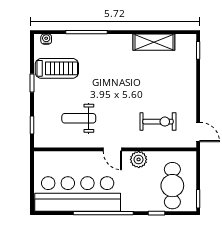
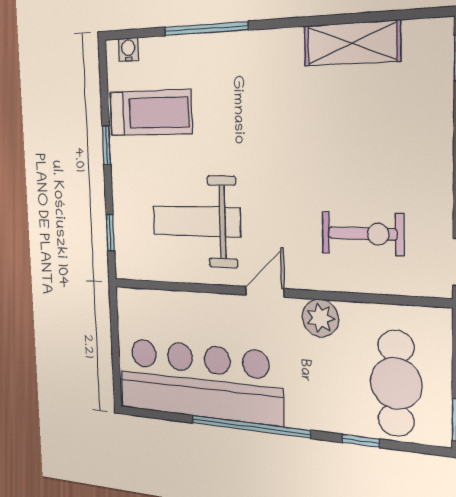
weight bench: (79, 118) -> (196, 221), width x1.36, depth x1.33
door: (112, 149) -> (265, 292), swing flipped

